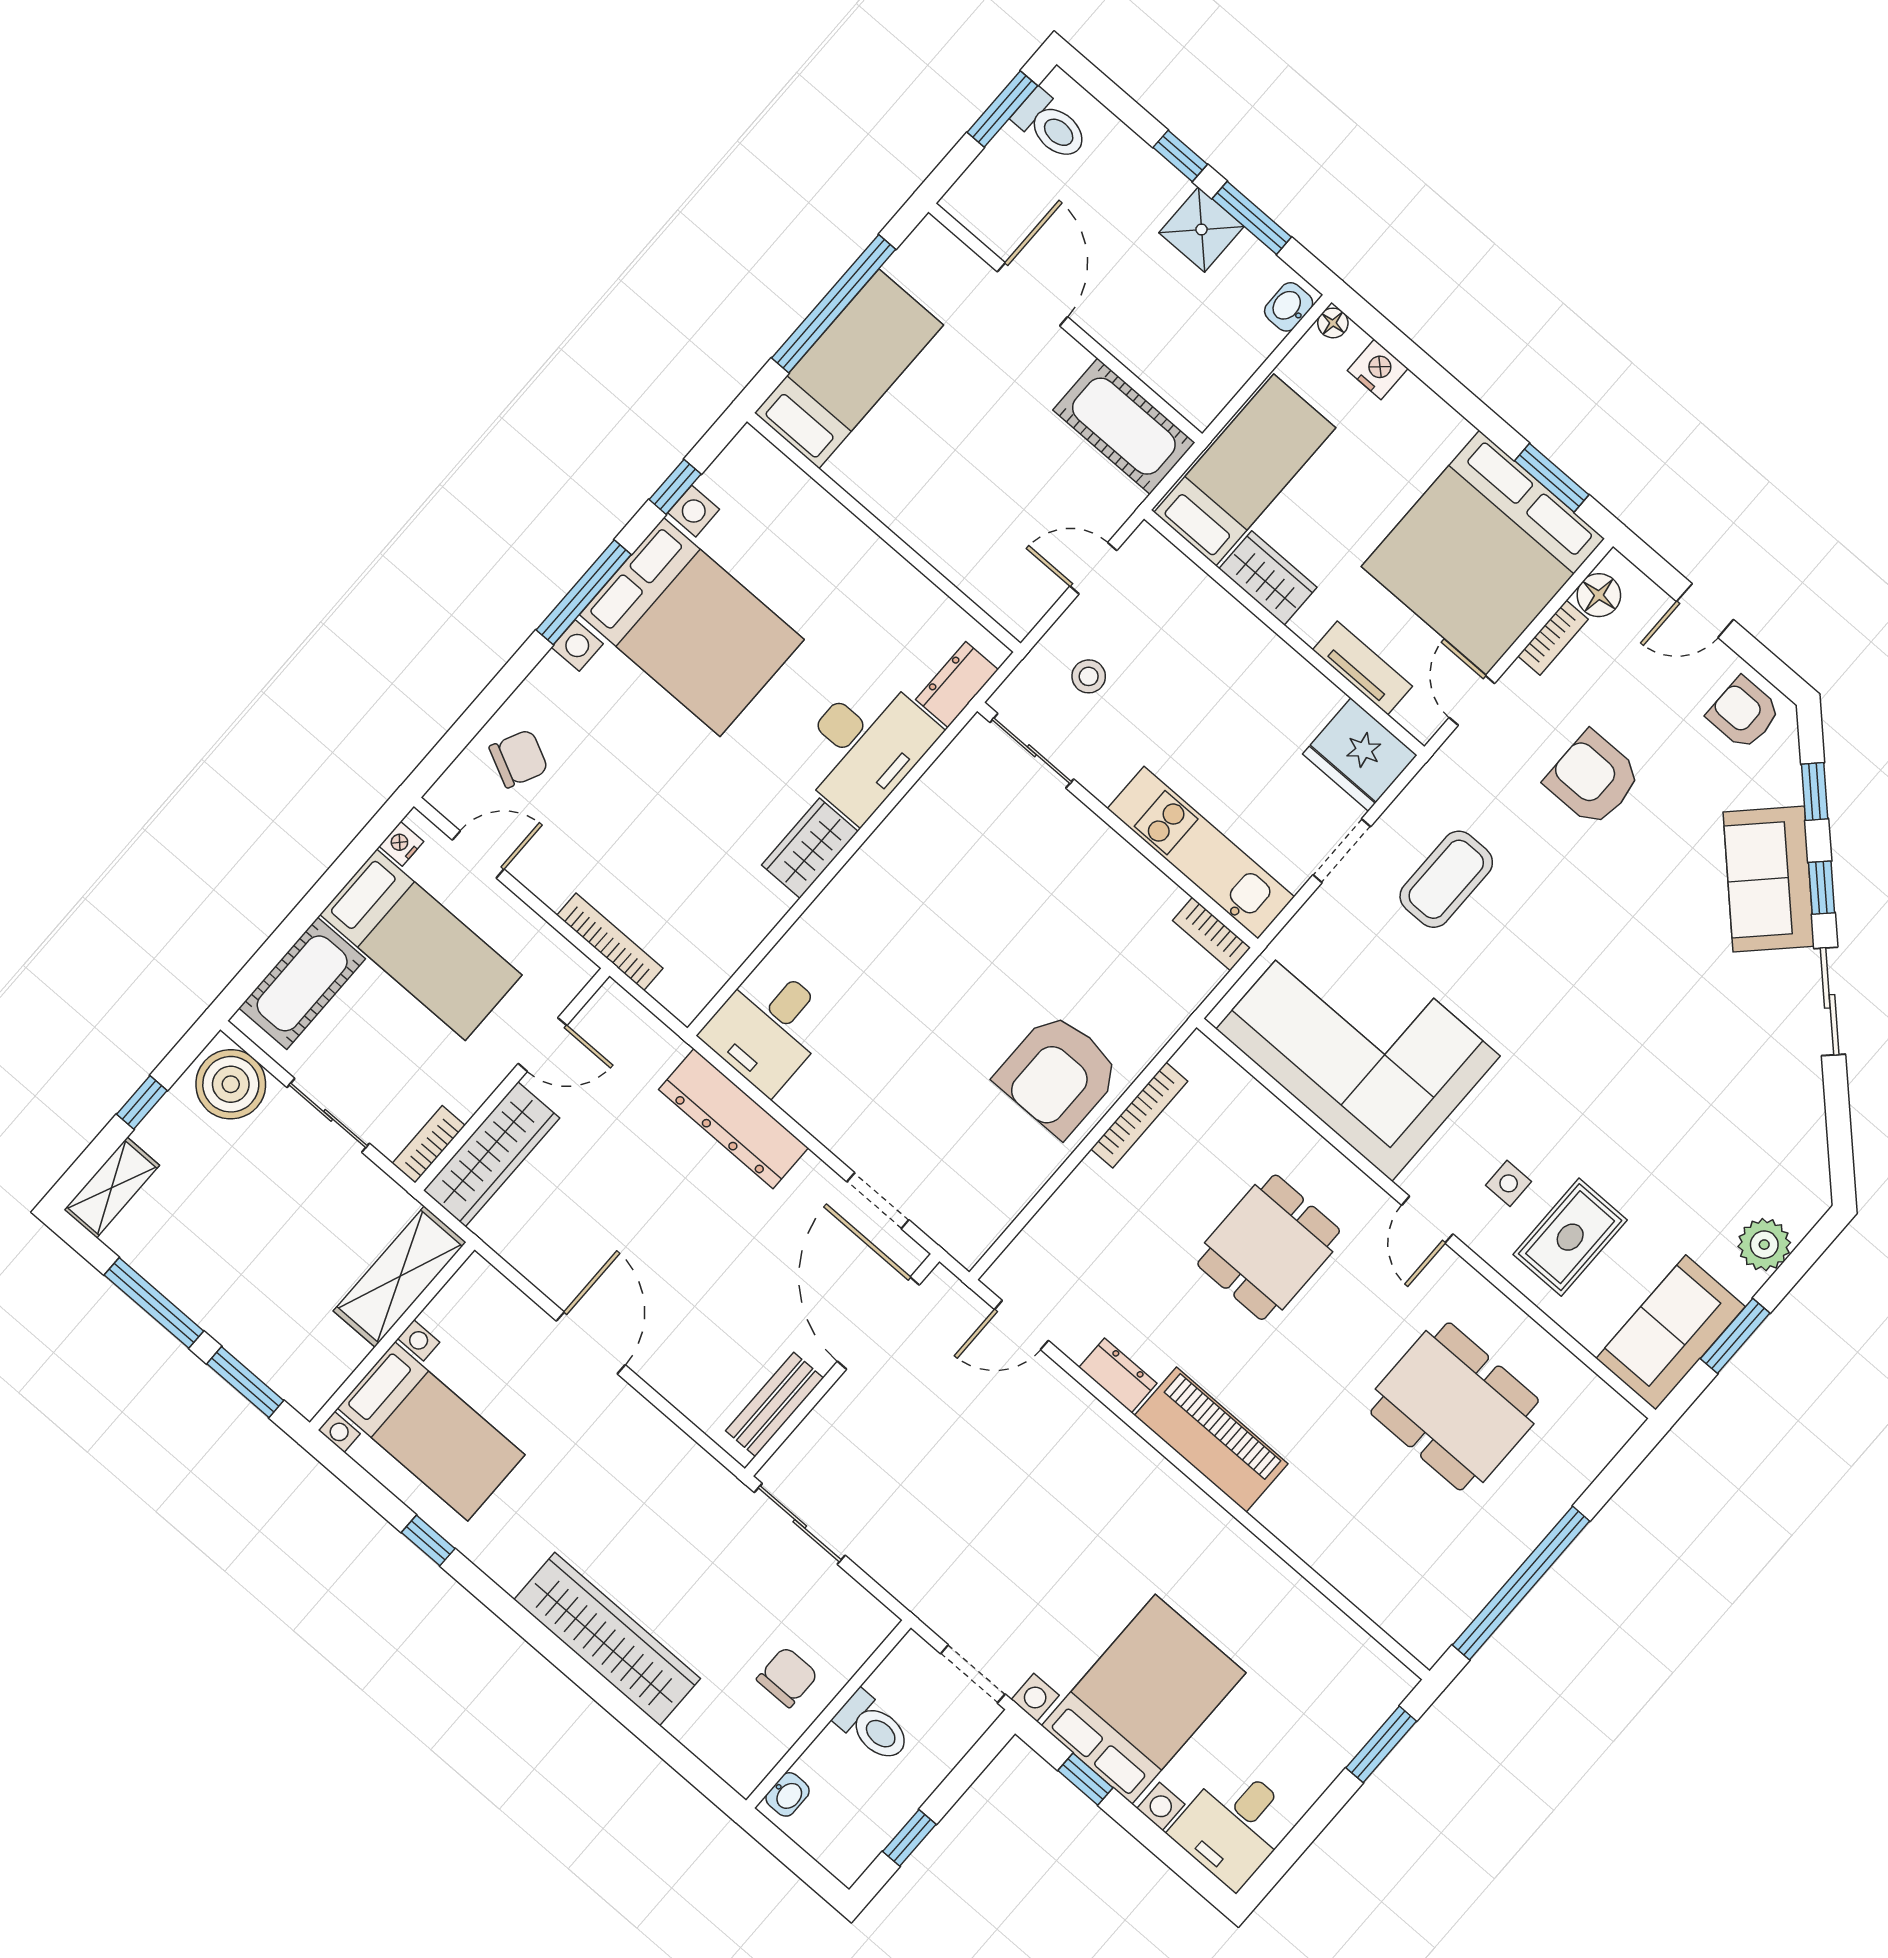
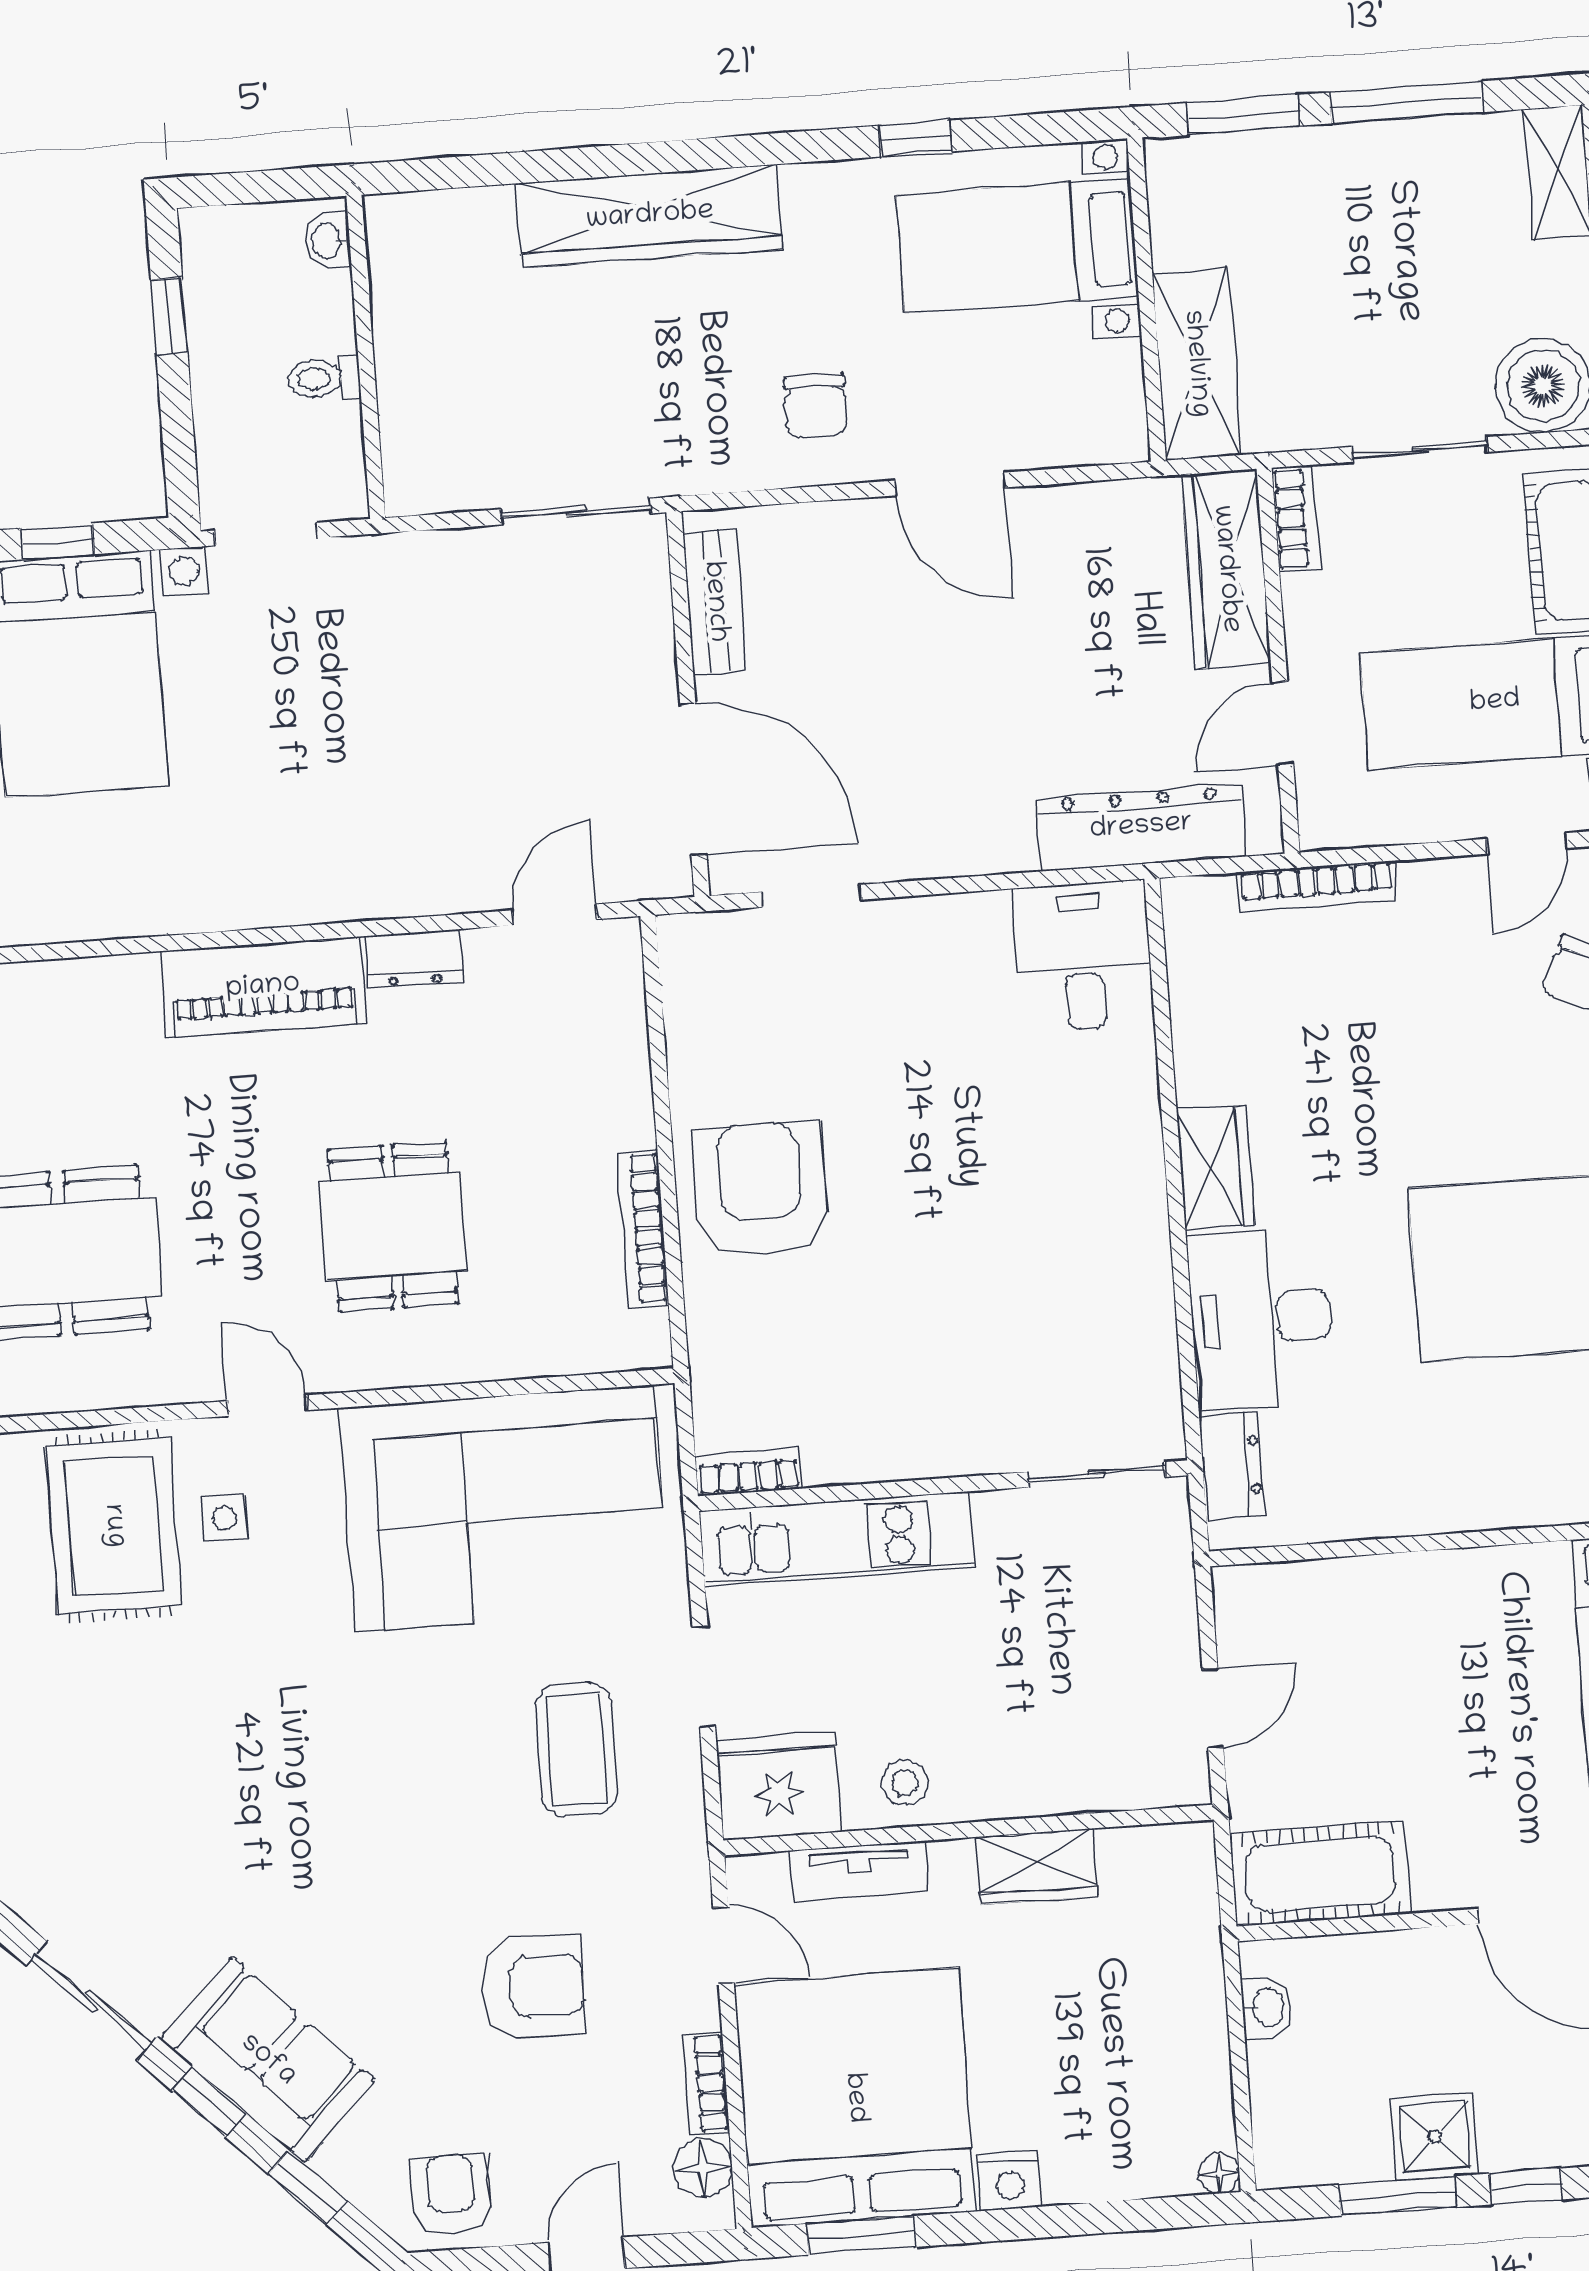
washbasin: (1289, 307) -> (1267, 2008), moved
nightstand: (1378, 369) -> (1009, 2181), moved
bed: (1245, 470) -> (1162, 1948), removed
stool: (1089, 676) -> (905, 1783), moved
armchair: (1744, 713) -> (451, 2194), turned -90
dresser: (733, 1119) -> (1141, 827), moved
rug: (1570, 1237) -> (114, 1526), width x1.36, depth x1.43
chair: (787, 1677) -> (816, 406), moved
toilet: (873, 1727) -> (324, 378), width x0.73, depth x0.72

